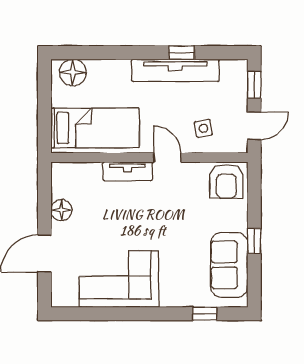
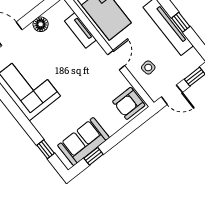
tv unit: (128, 171) -> (80, 30), moved
window: (254, 241) -> (94, 156), moved

